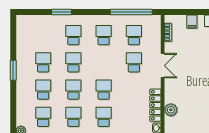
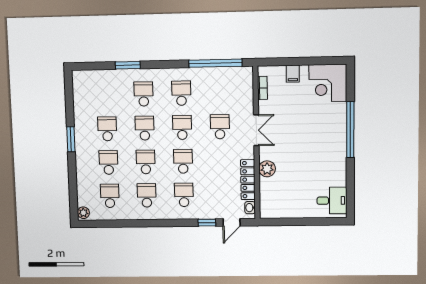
school desk: (134, 35) -> (182, 127), moved
plant: (171, 110) -> (267, 169), moved

